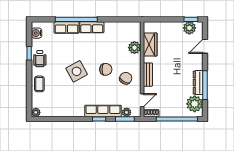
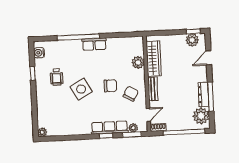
row of seats: (67, 27) -> (69, 46), removed
wardrobe: (150, 44) -> (154, 59), width x1.50
wheelchair: (40, 59) -> (57, 77), moved
coffee table: (39, 84) -> (44, 104), removed

